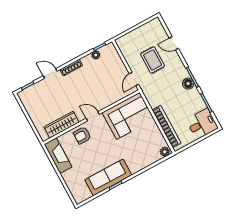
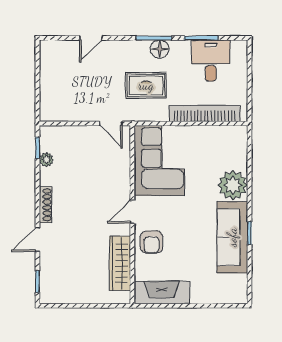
rug: (153, 60) -> (146, 85), moved
desk: (202, 124) -> (211, 61), moved
plant: (165, 152) -> (233, 185), moved, width x1.88, depth x1.88

